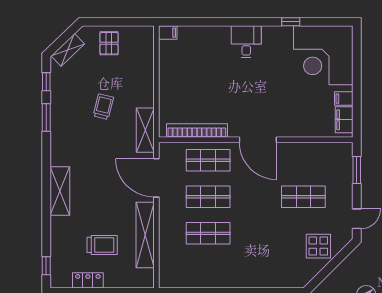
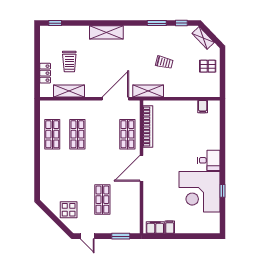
filing cabinet: (168, 33) -> (203, 107), moved
corner desk: (323, 55) -> (200, 192), moved, turned -90
shop shelf: (208, 197) -> (52, 134), moved
shelving: (145, 235) -> (69, 91), width x0.68
locker: (88, 280) -> (45, 73), moved

